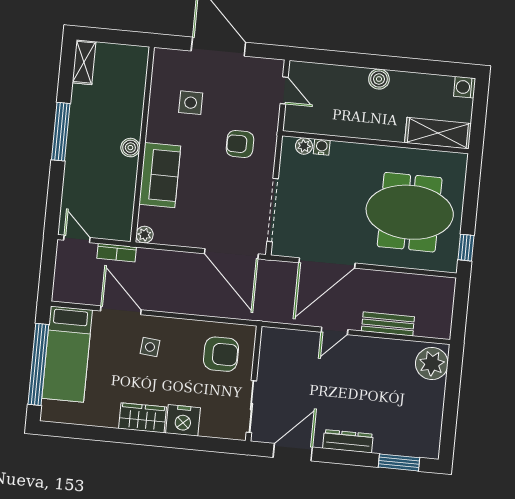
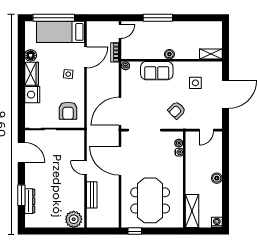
shelving: (84, 62) -> (211, 54), moved
window: (61, 132) -> (158, 18), moved
armchair: (240, 144) -> (177, 110), turned -135
floor lamp: (107, 416) -> (31, 55), added
dresser: (348, 441) -> (30, 201), moved
window: (399, 462) -> (21, 195), moved

